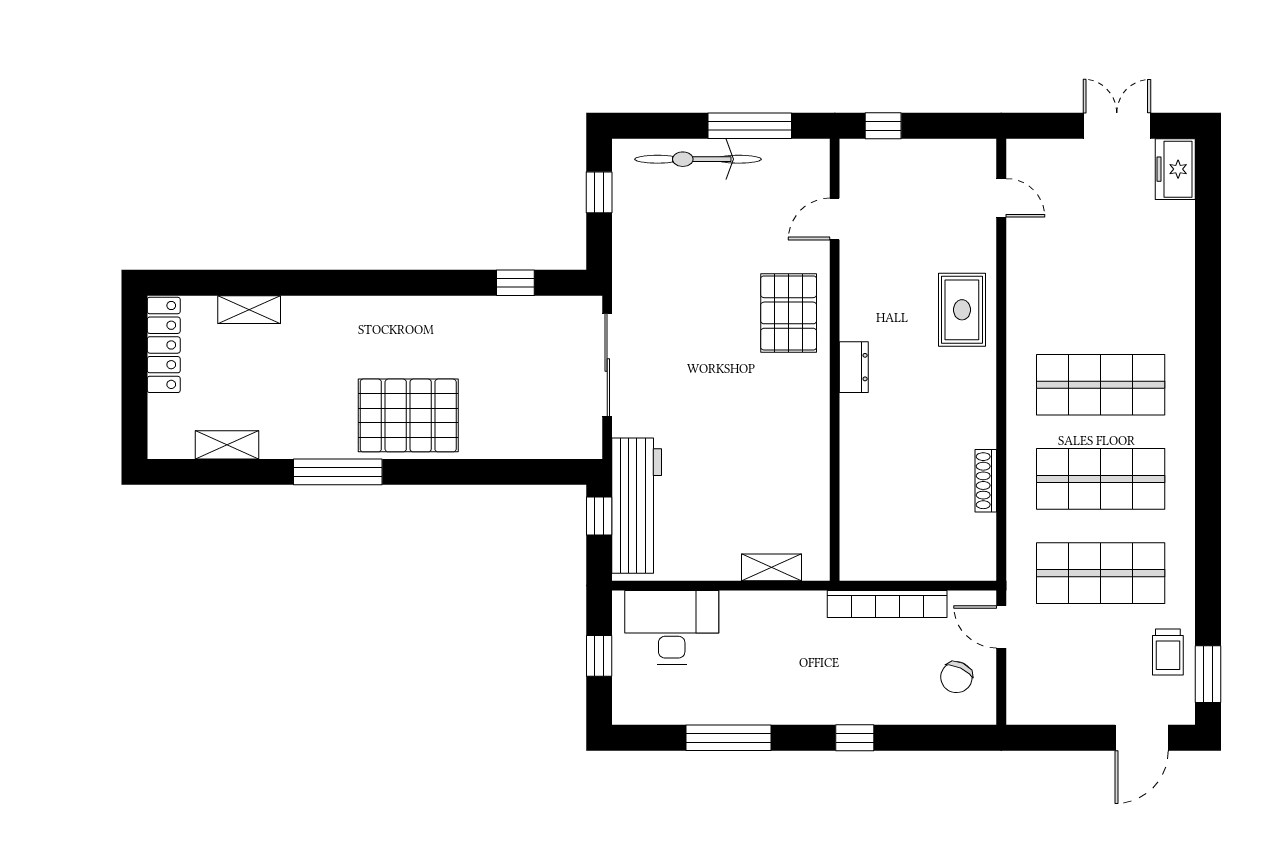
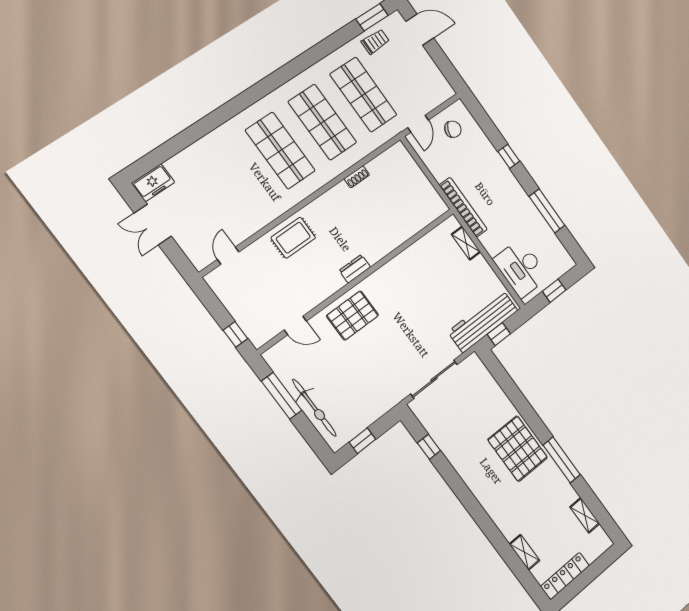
shoe rack: (986, 481) -> (357, 177), width x0.70
bookcase: (887, 604) -> (463, 207), moved

